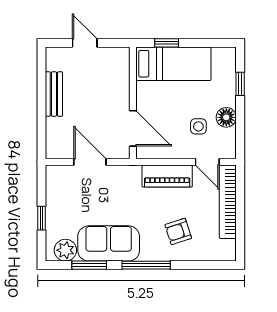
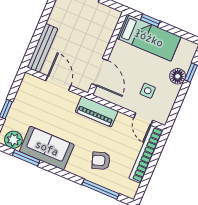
bench: (54, 94) -> (42, 48), moved, width x1.36
floor lamp: (226, 117) -> (178, 76), moved
piano: (167, 176) -> (97, 111), moved
window: (146, 265) -> (100, 189), moved

